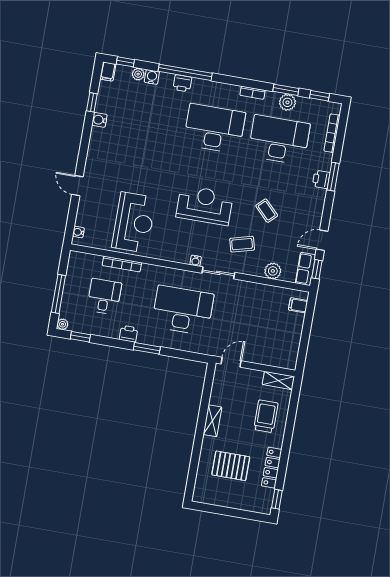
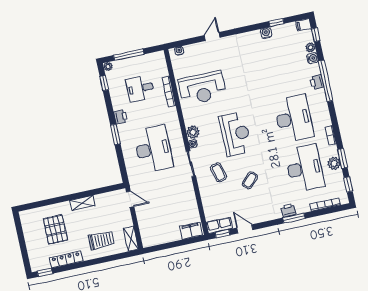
plant: (273, 271) -> (193, 132), moved
desk: (104, 297) -> (140, 88), turned 180
filing cabinet: (298, 305) -> (191, 231), width x2.00

